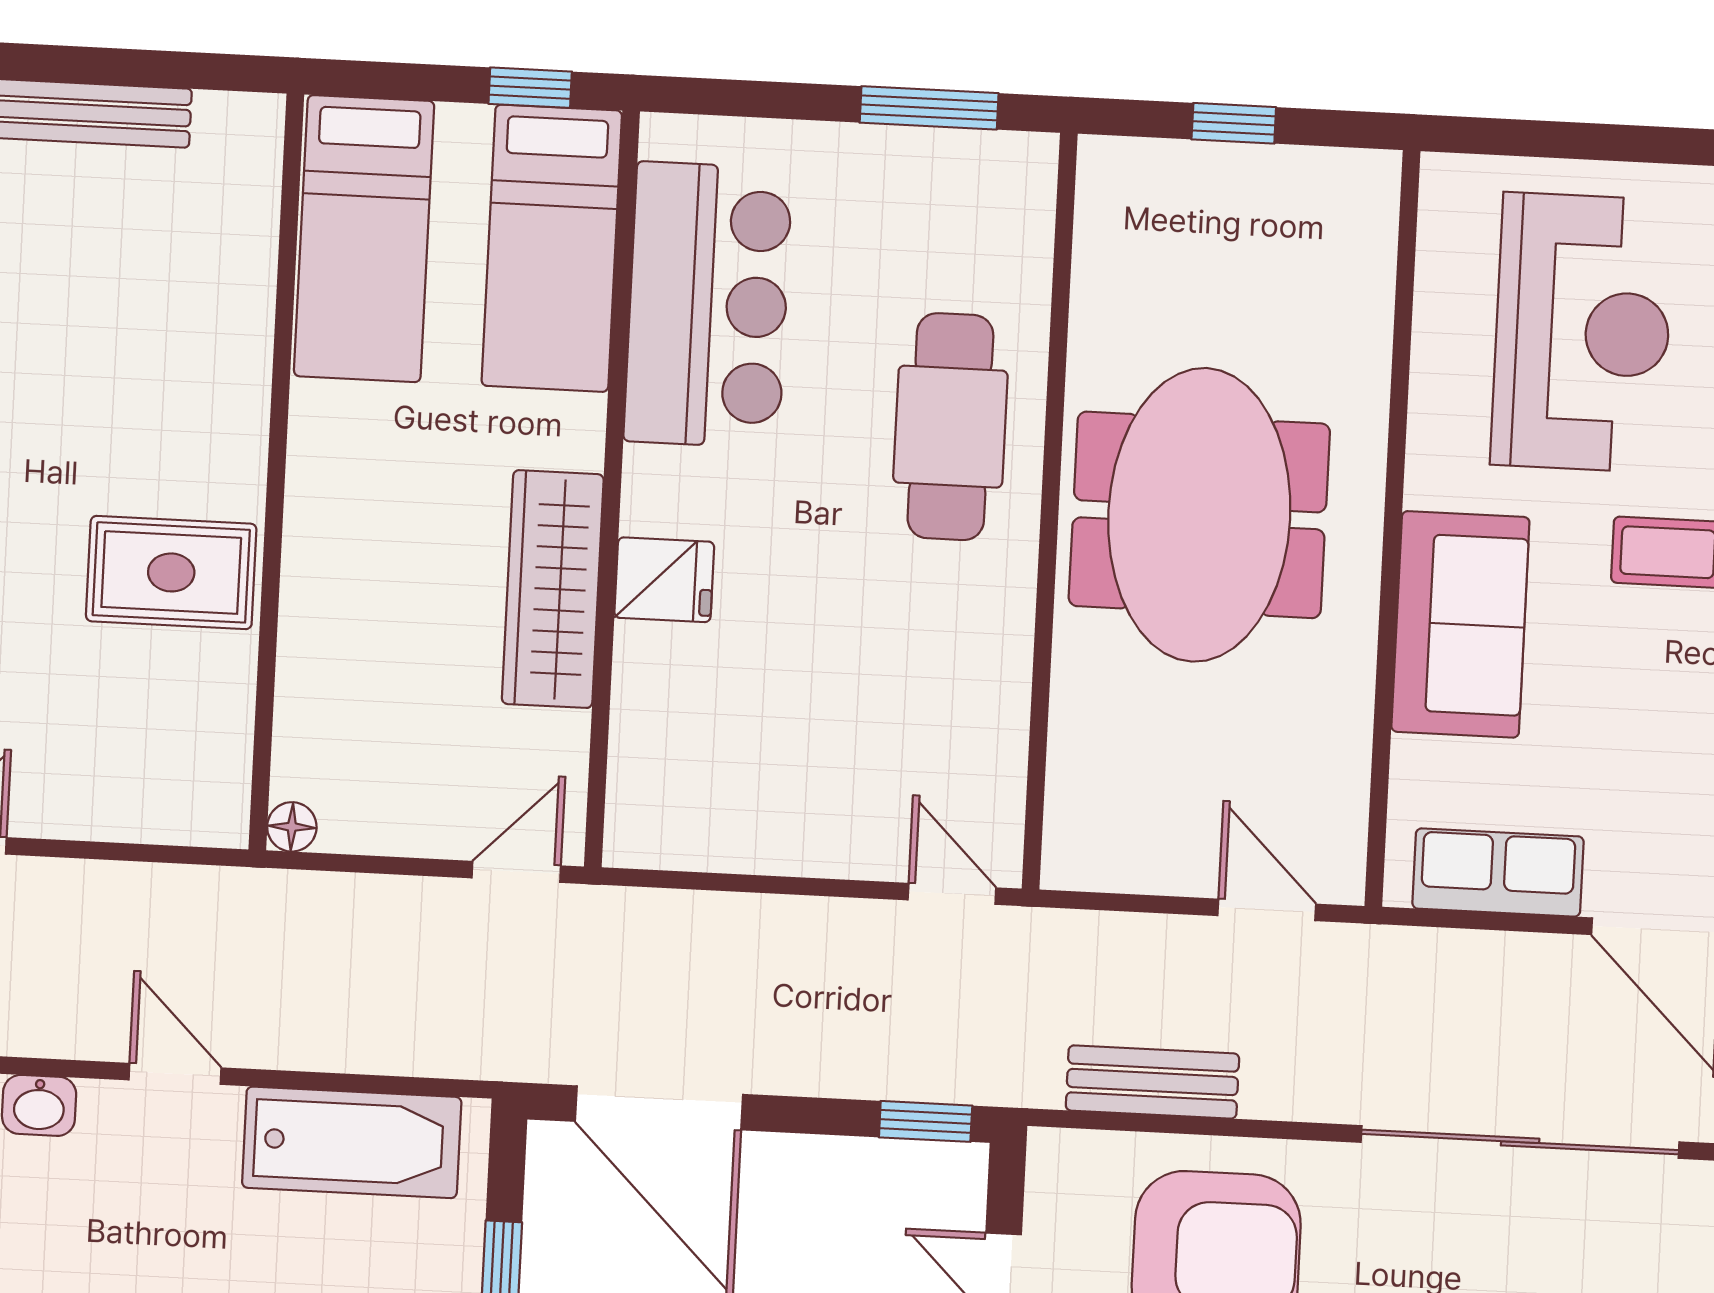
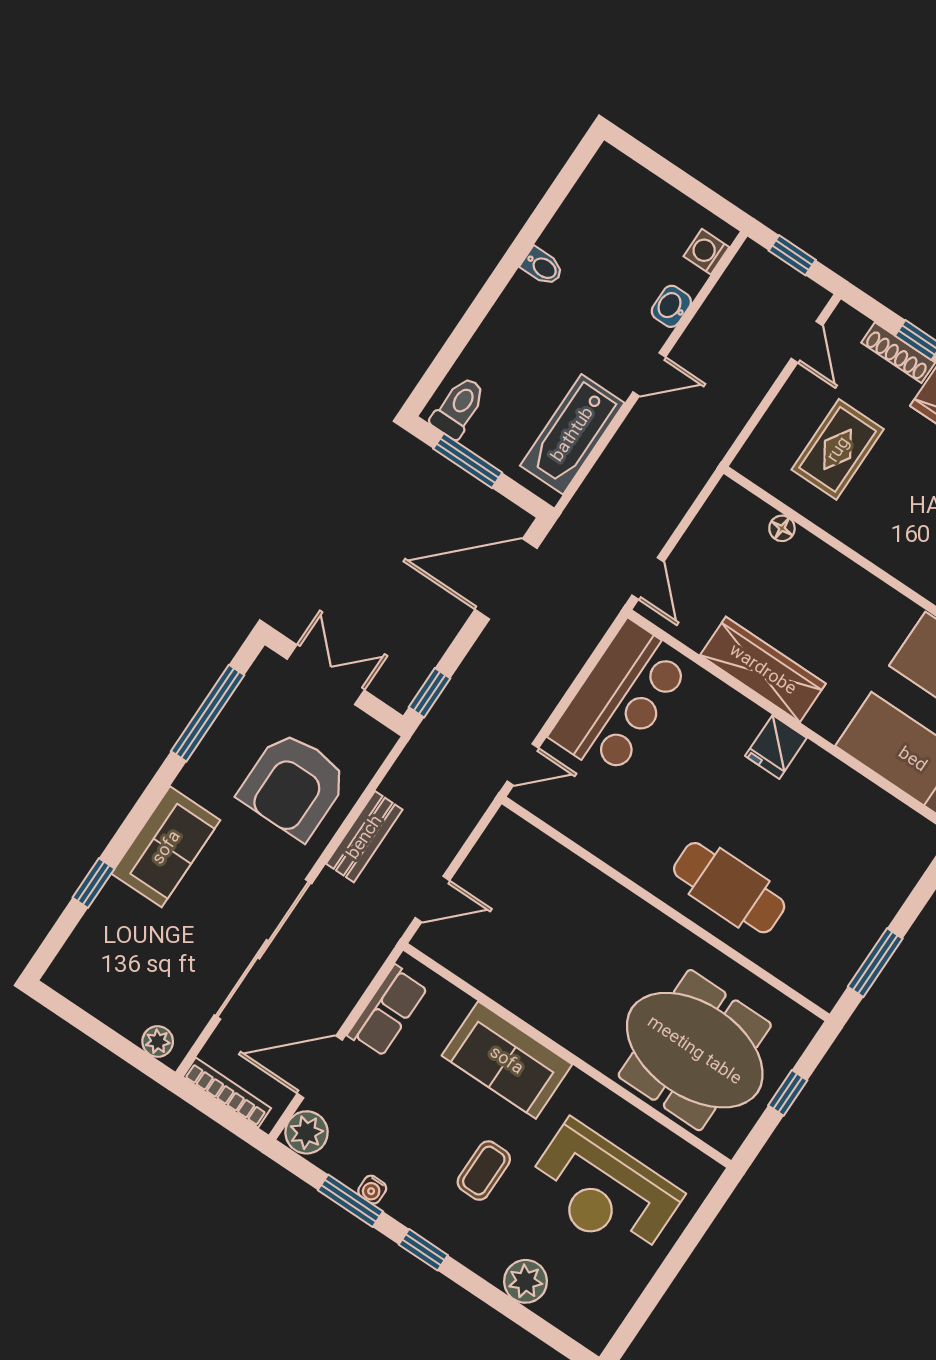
bar counter: (708, 305) -> (620, 699), moved, turned -90
meeting table: (1199, 515) -> (695, 1050), moved
rug: (171, 572) -> (838, 449), moved
fridge: (664, 580) -> (776, 747), moved
floor lamp: (292, 827) -> (782, 528), moved
bench: (1152, 1082) -> (364, 837), moved

